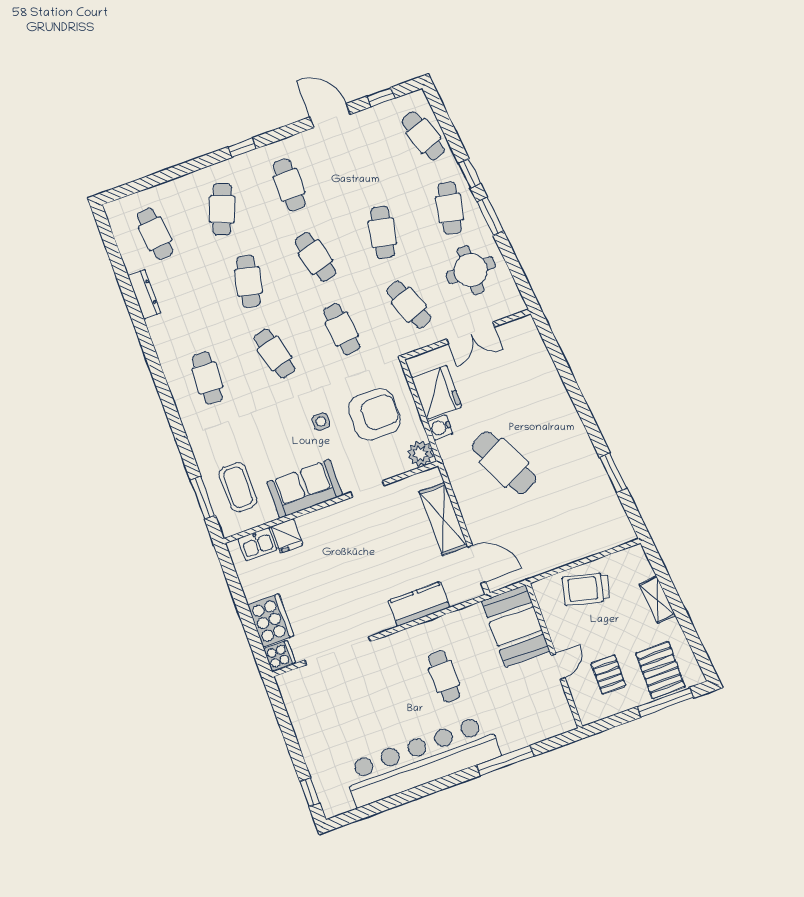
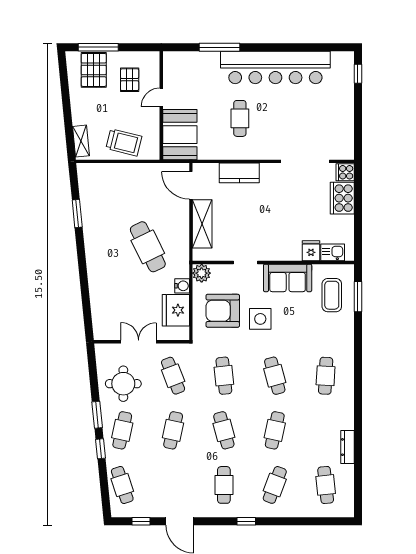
side table: (321, 421) -> (260, 319), width x1.87, depth x1.87
shelving: (657, 600) -> (81, 141), moved

